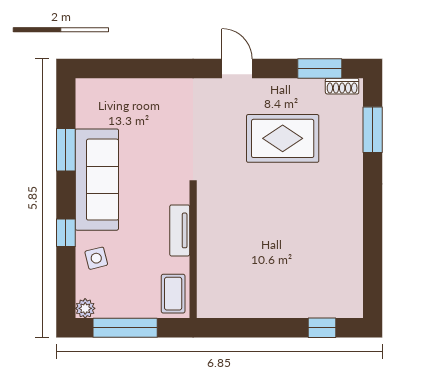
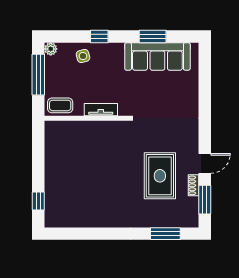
door: (237, 69) -> (205, 163), moved
shoe rack: (342, 86) -> (194, 185), moved
sofa: (97, 180) -> (157, 56), moved

